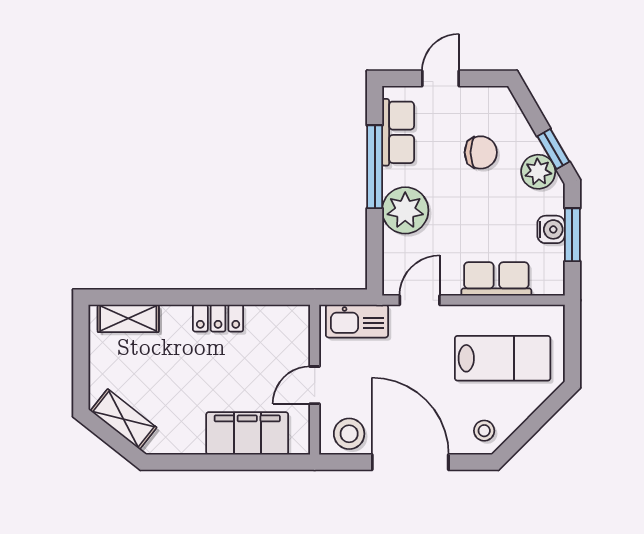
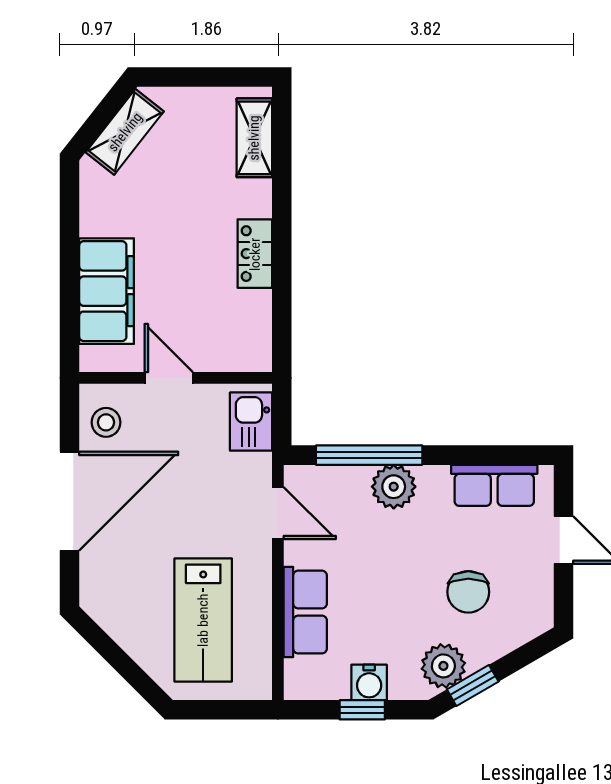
window: (375, 167) -> (369, 455), moved
plant: (405, 210) -> (394, 487), width x0.73, depth x0.73
window: (572, 235) -> (362, 710), width x0.67
kitchen sink: (357, 321) -> (251, 422), width x0.73
stool: (484, 431) -> (110, 596), removed
stool: (349, 434) -> (106, 422), width x0.73, depth x0.73

